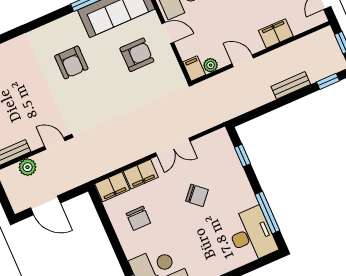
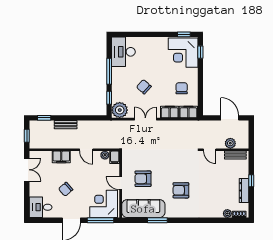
armchair: (71, 62) -> (181, 190), turned -90
plant: (218, 144) -> (120, 110), added
window: (267, 212) -> (109, 71), moved

